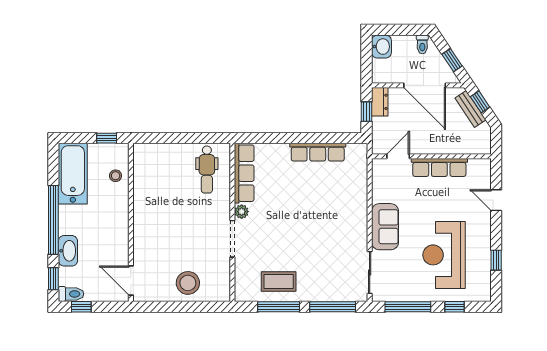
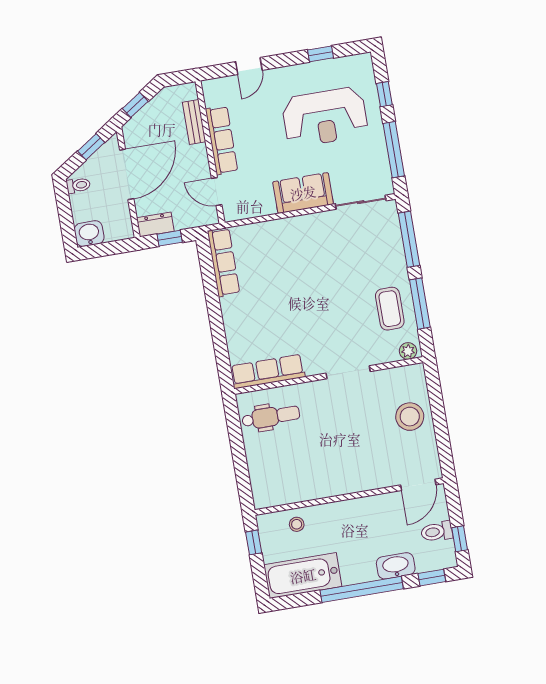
bench: (470, 109) -> (194, 122), moved, turned -56
row of seats: (318, 152) -> (223, 262), moved
plant: (242, 212) -> (408, 351), moved
toilet: (71, 294) -> (437, 532), moved, turned -90

